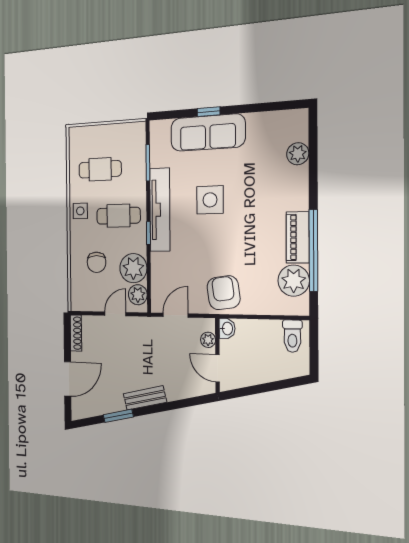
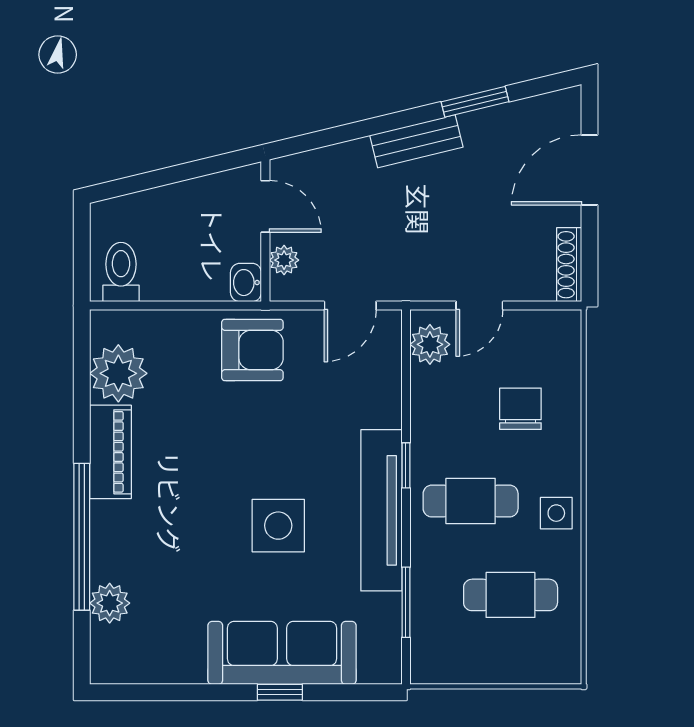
window: (313, 251) -> (82, 537), moved
plant: (133, 268) -> (439, 397), removed
armchair: (224, 293) -> (252, 350), turned -82

